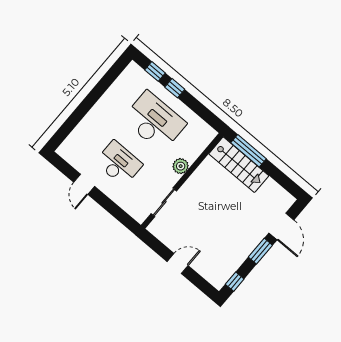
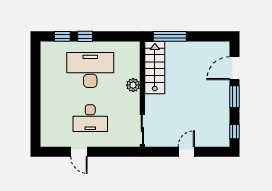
desk: (119, 163) -> (90, 118), turned 180
stairs: (239, 165) -> (155, 68), moved, turned -90
sliding door: (164, 202) -> (142, 129), moved
door: (281, 226) -> (235, 68), swing flipped

